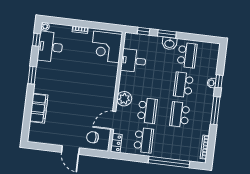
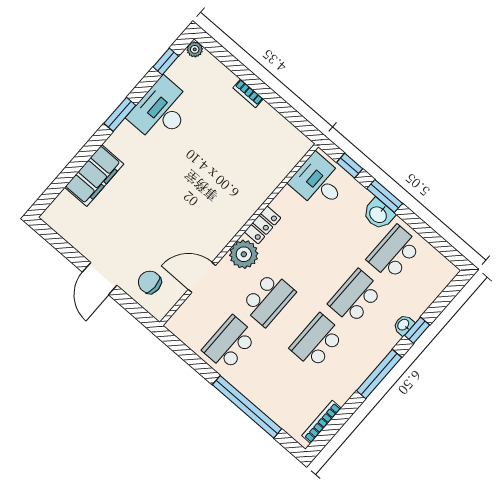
desk: (50, 47) -> (161, 111), moved
corner desk: (107, 47) -> (272, 150), removed
school desk: (187, 55) -> (394, 253), turned 180
desk: (133, 61) -> (319, 182), moved
school desk: (144, 140) -> (230, 343), turned 180
locker: (116, 143) -> (263, 225), moved

